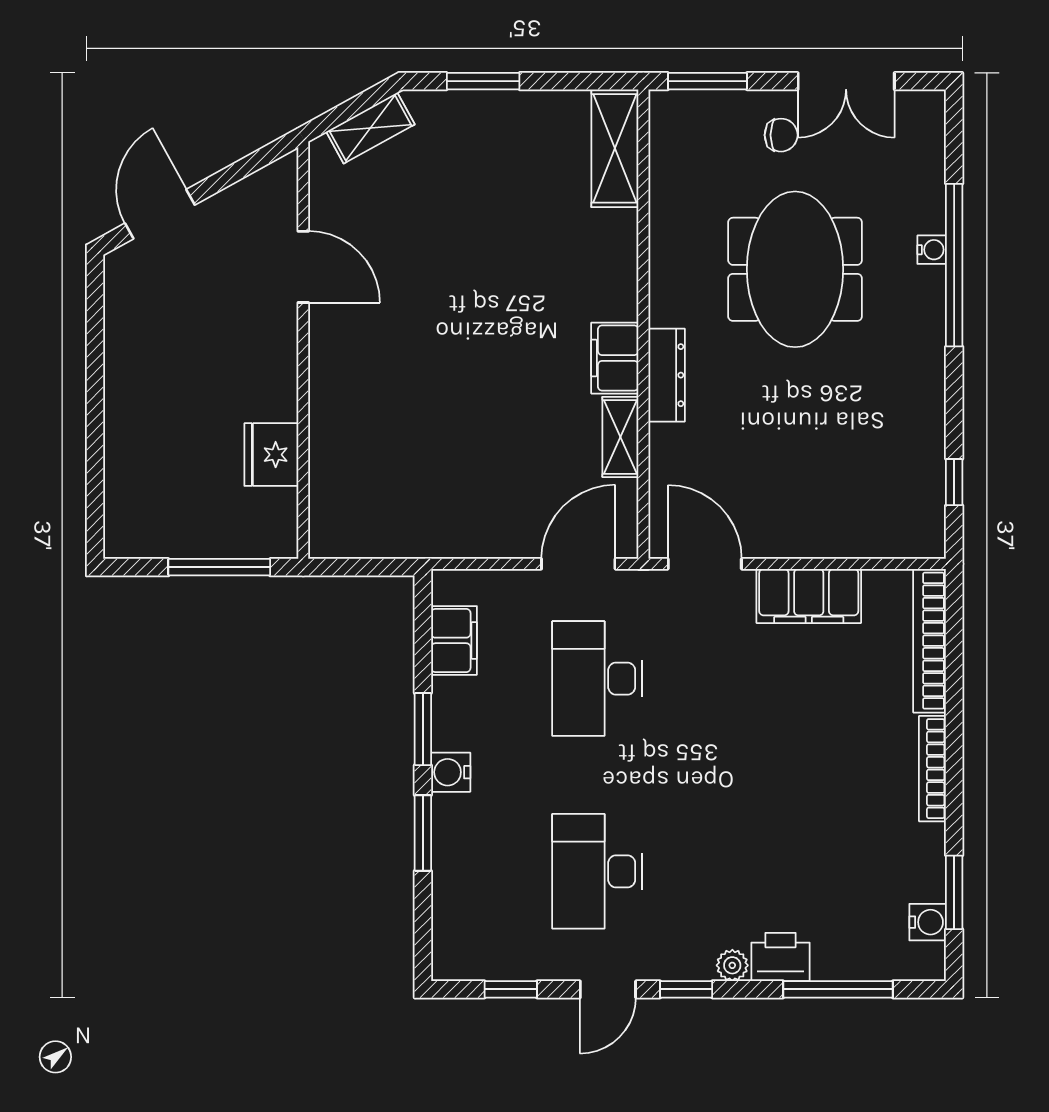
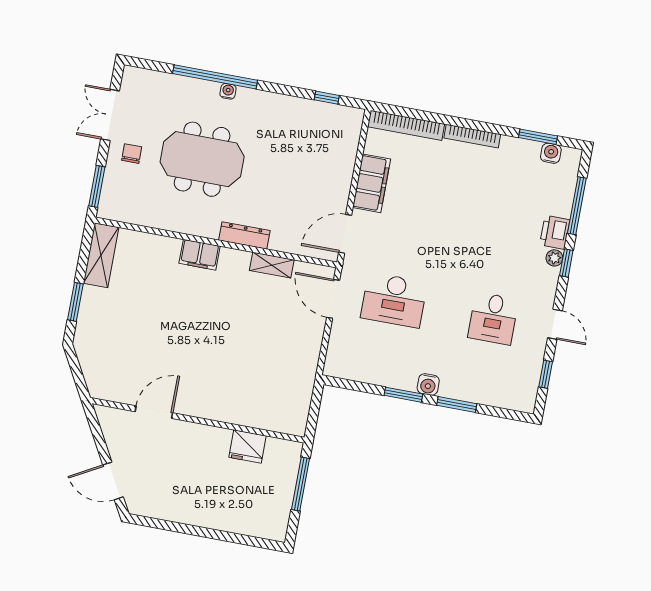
double door: (846, 81) -> (110, 115), swing flipped
shelving: (370, 128) -> (89, 364), removed
shelving: (615, 148) -> (101, 255), moved, turned 90
water cooler: (932, 250) -> (228, 91), moved
filing cabinet: (615, 358) -> (200, 255), moved
filing cabinet: (454, 640) -> (361, 370), removed
desk: (597, 871) -> (493, 318), width x0.73
window: (686, 989) -> (566, 263), moved

